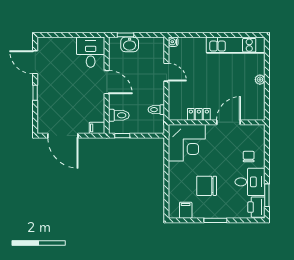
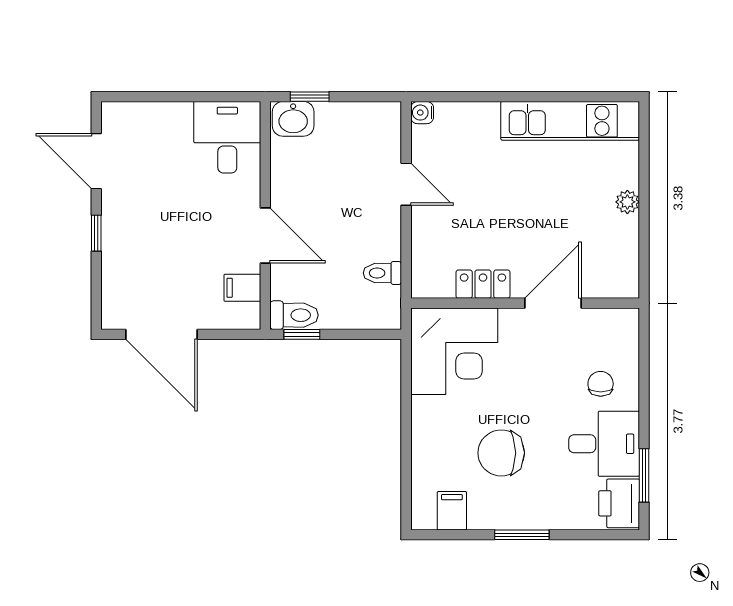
washbasin: (130, 44) -> (293, 119), moved
door: (107, 82) -> (265, 235), moved
toilet: (119, 115) -> (294, 315), moved
filing cabinet: (97, 128) -> (242, 288), moved

